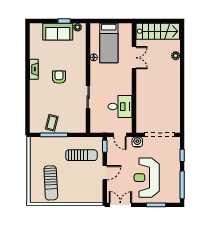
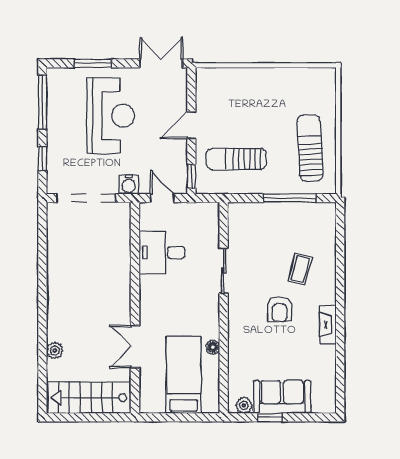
coffee table: (52, 123) -> (300, 269), moved
sun lounger: (51, 183) -> (310, 148), moved
double door: (120, 205) -> (161, 63), swing flipped

